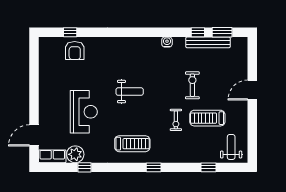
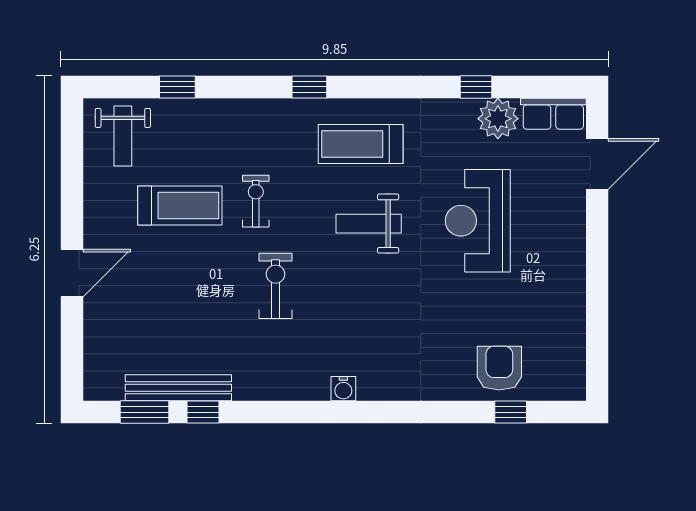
water cooler: (167, 42) -> (343, 389), moved
exercise bike: (192, 85) -> (276, 286), moved, turned 180
weight bench: (130, 92) -> (369, 224), moved

